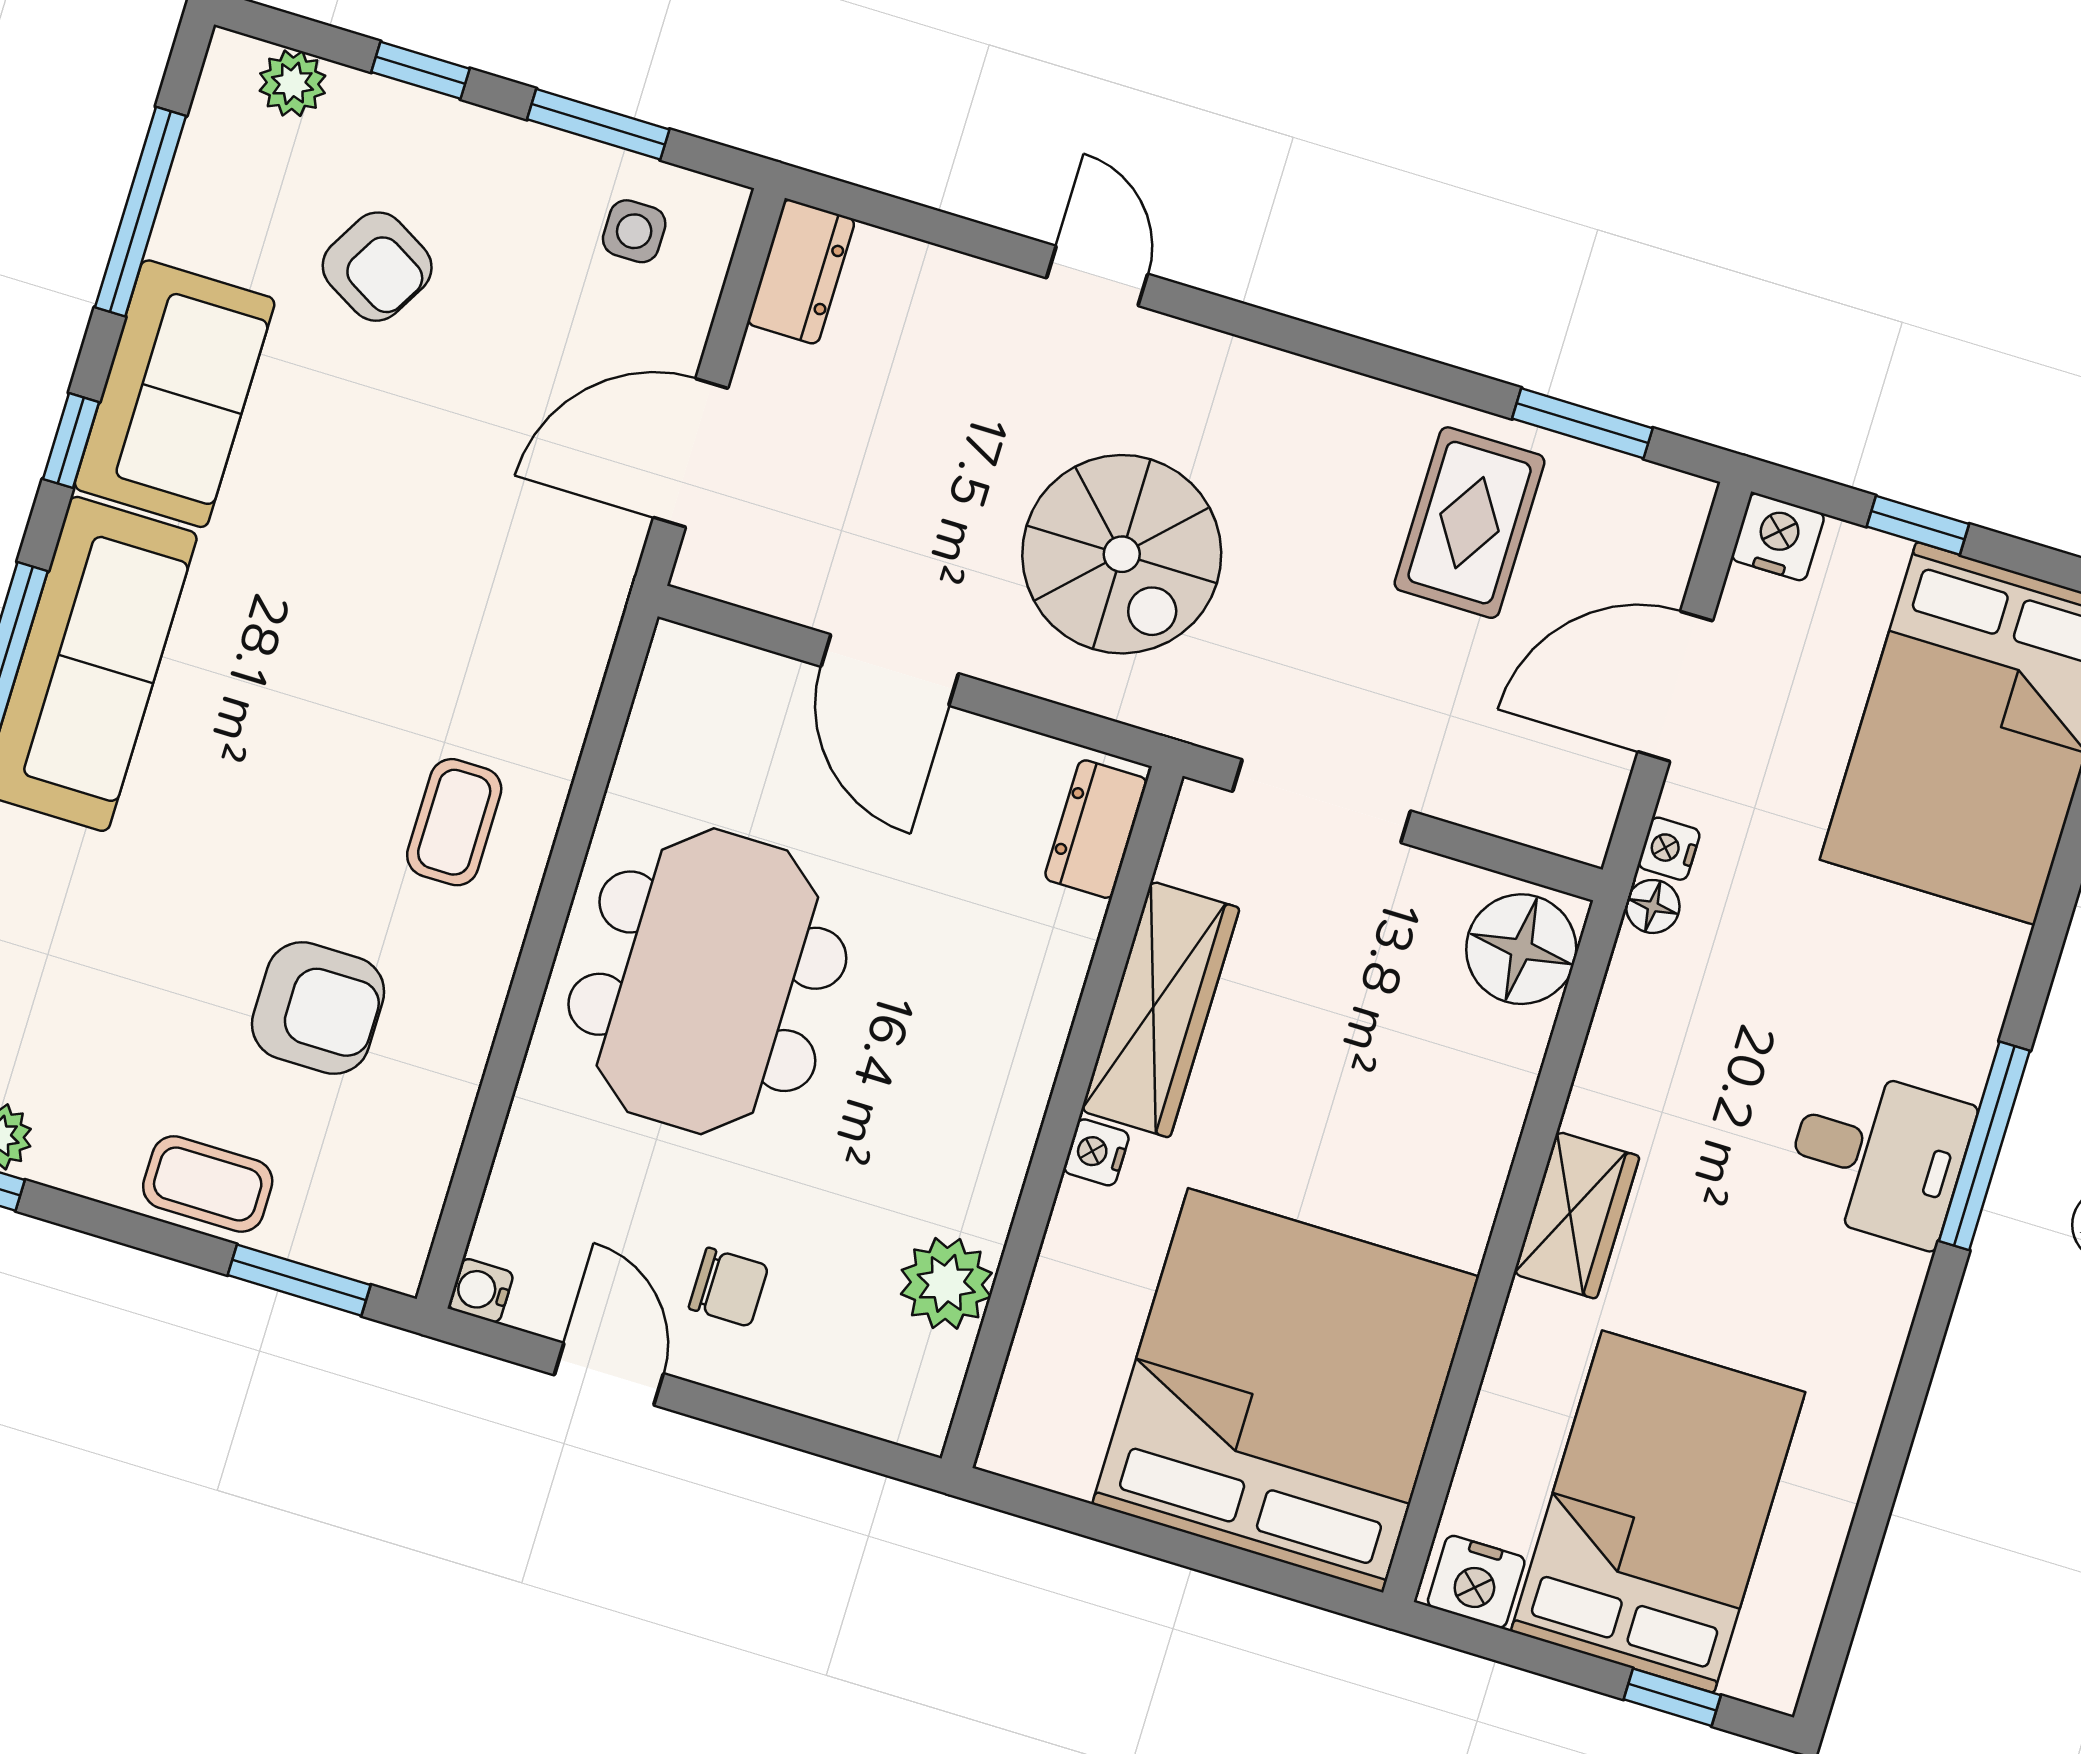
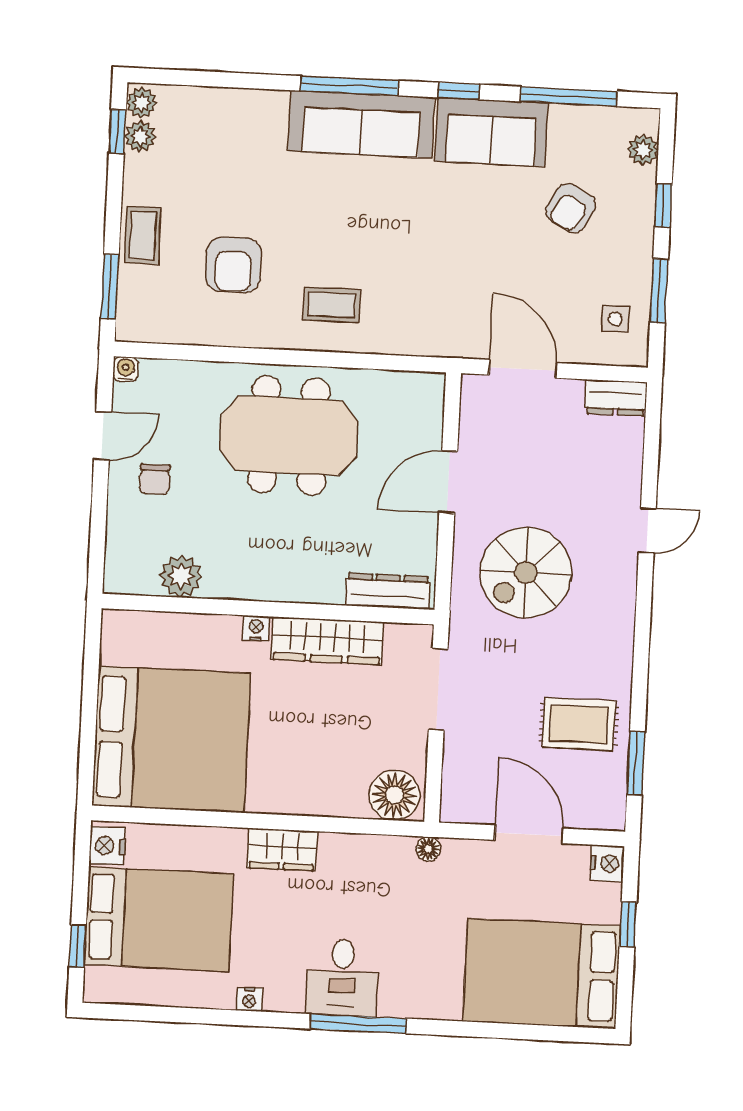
dresser: (1096, 829) -> (388, 591), width x1.44
nightstand: (1669, 849) -> (249, 999), moved, turned 180

